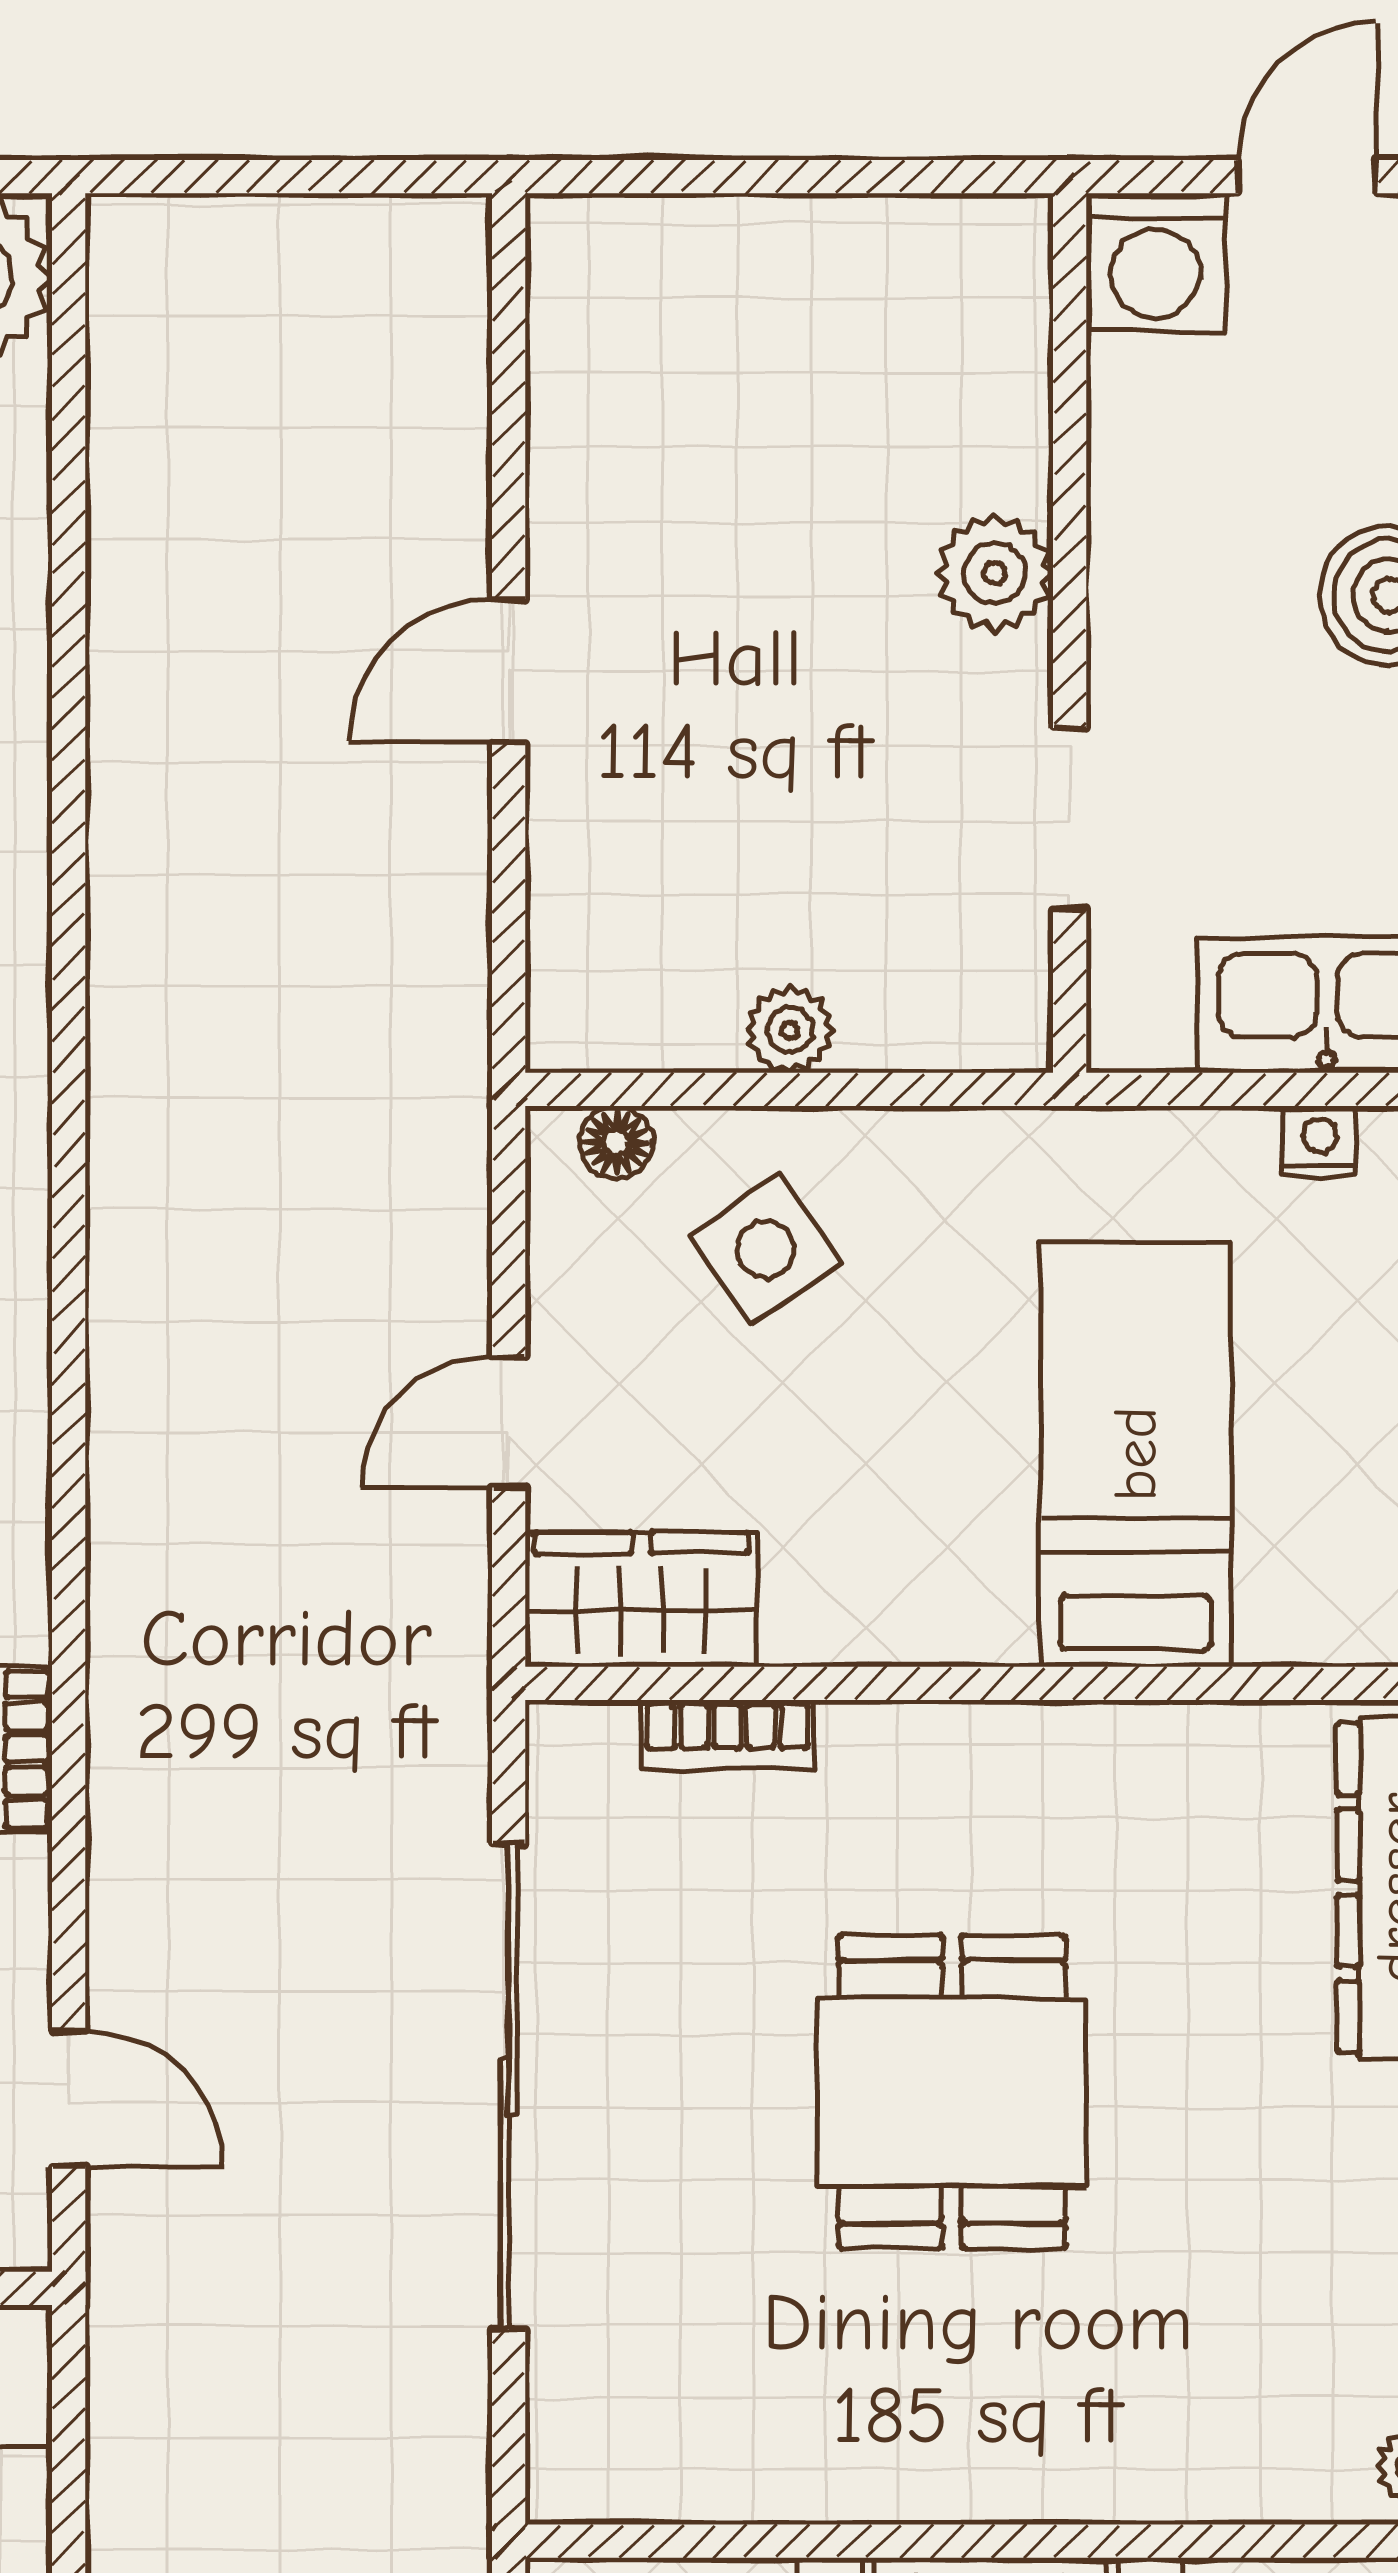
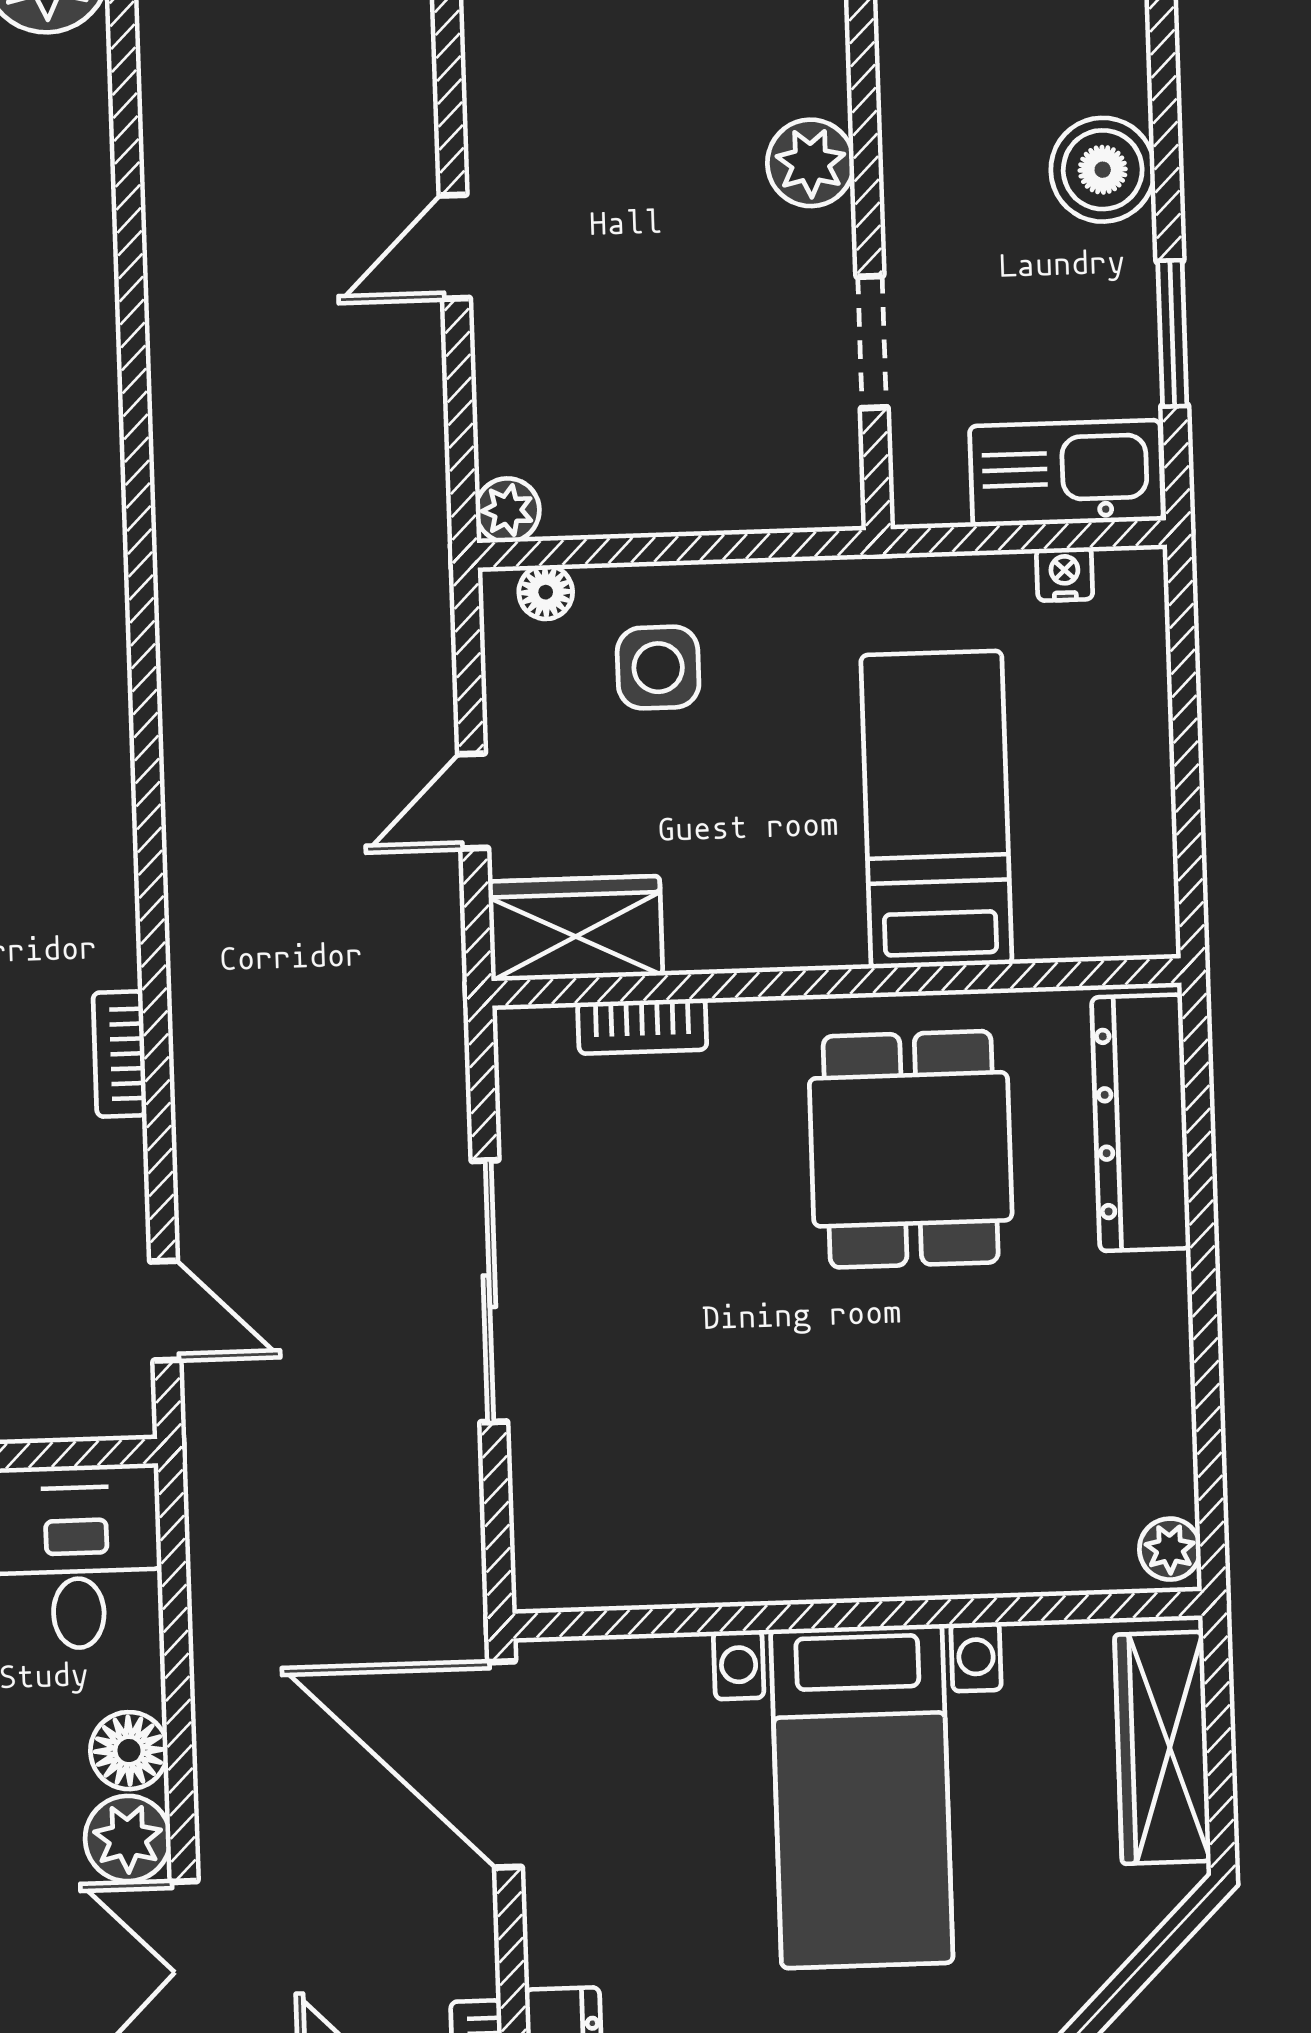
plant: (790, 1030) -> (508, 510), moved
side table: (765, 1250) -> (658, 668), turned 35
sliding door: (509, 2087) -> (489, 1291), width x0.73
dining table: (952, 2092) -> (911, 1149), moved

